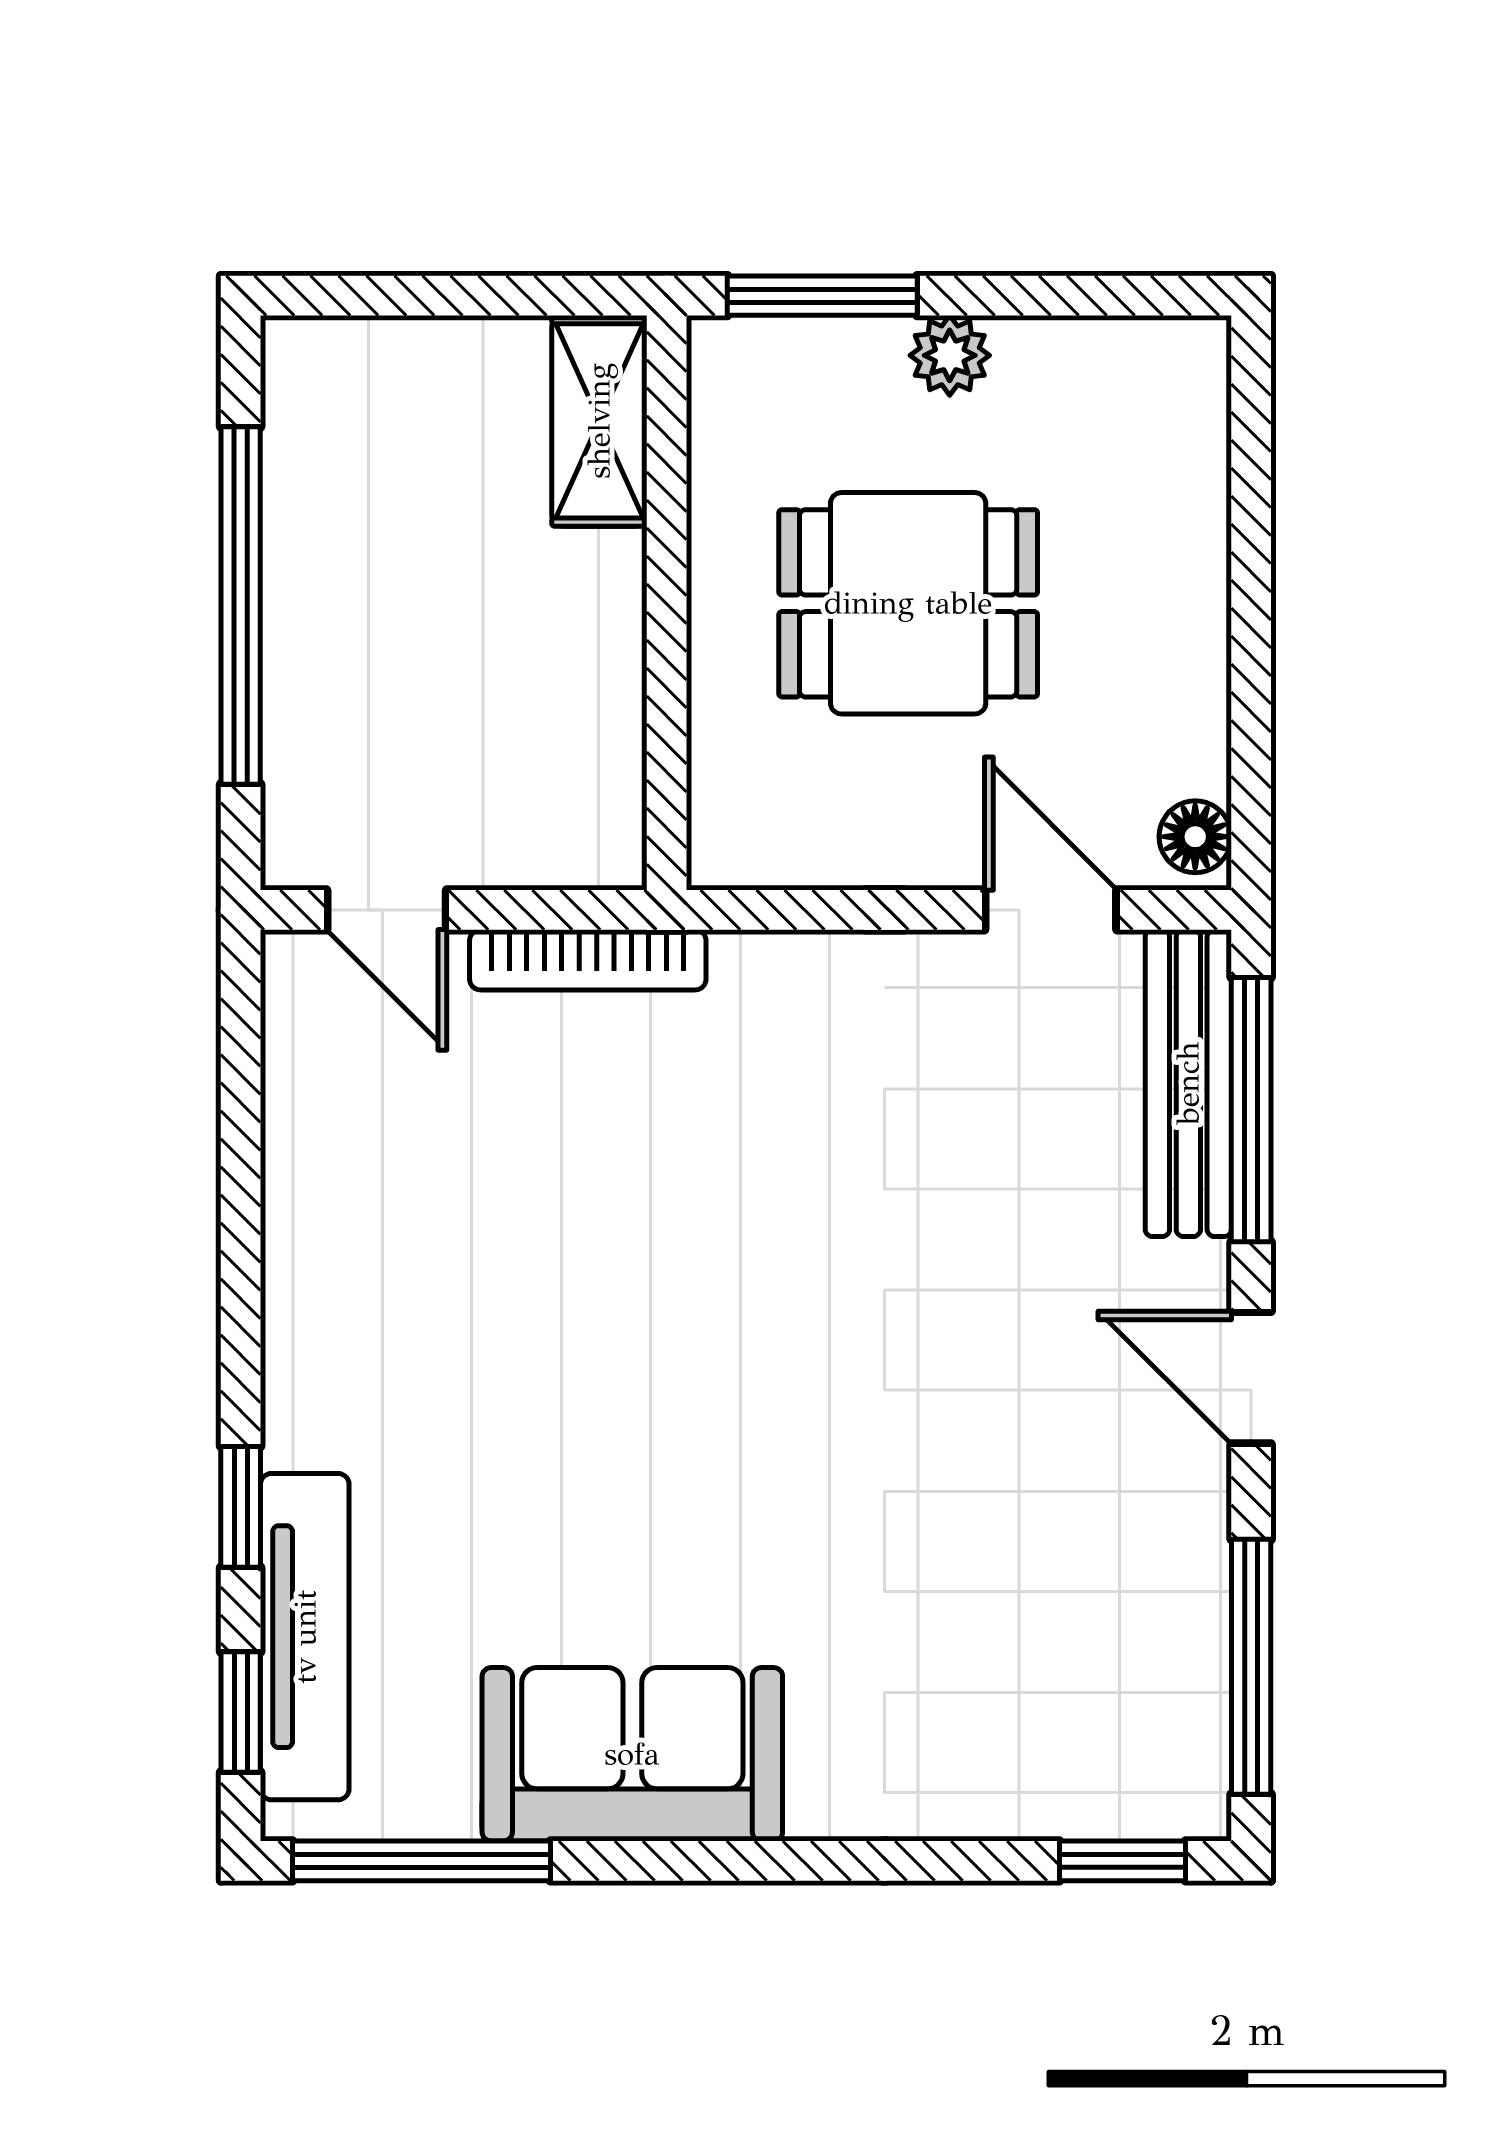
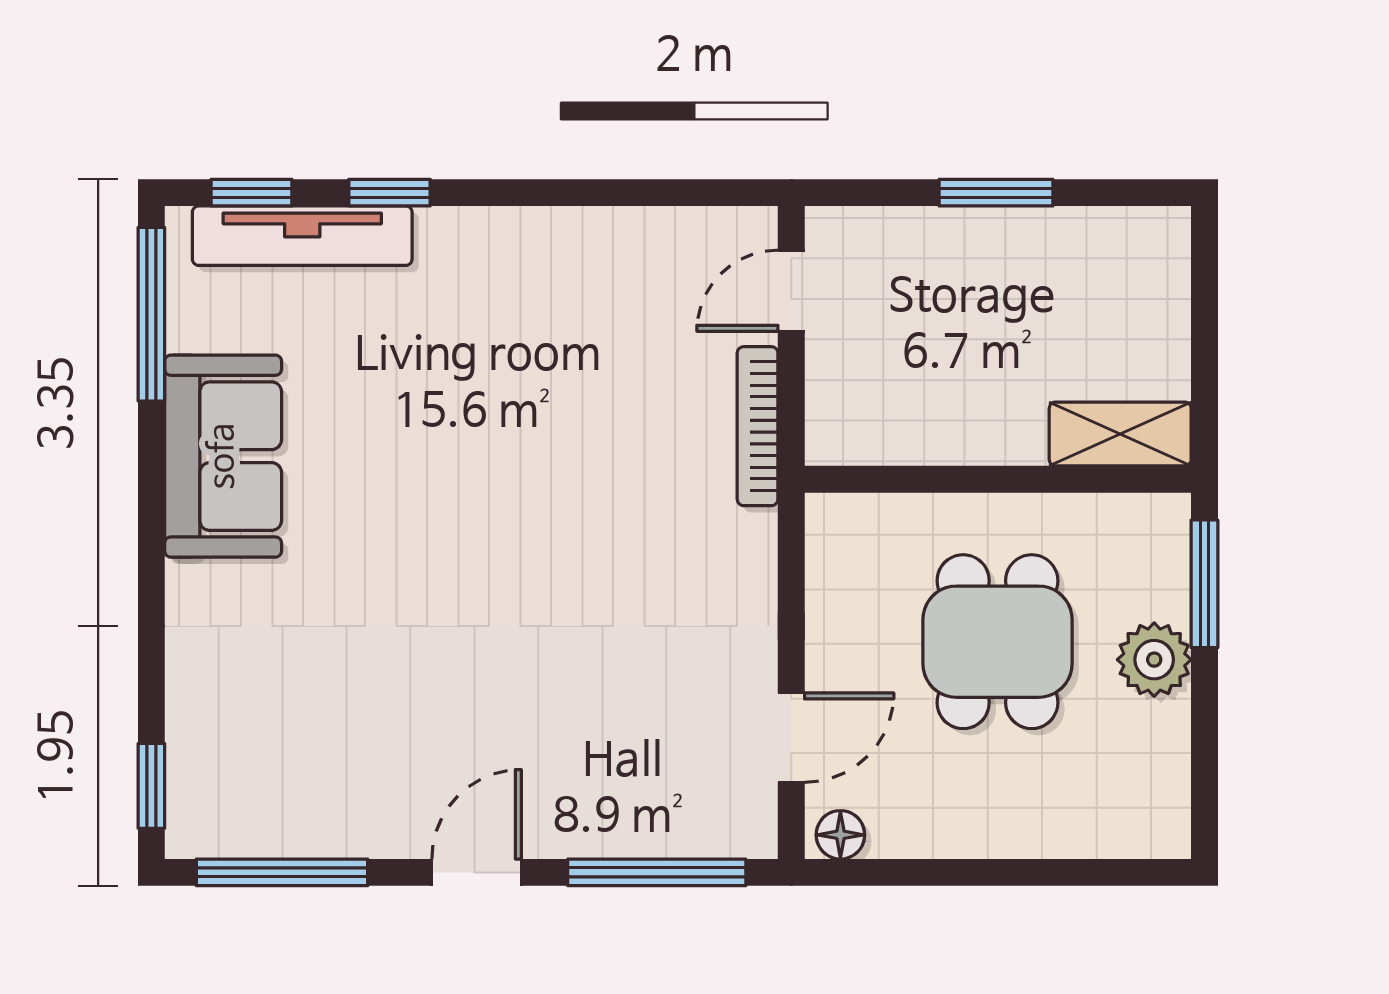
plant: (950, 355) -> (1154, 660), width x1.38, depth x1.38
window: (241, 605) -> (996, 193), width x0.47
bench: (1188, 1083) -> (675, 830), removed

